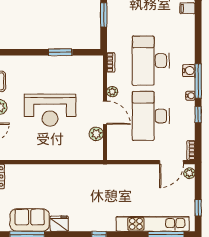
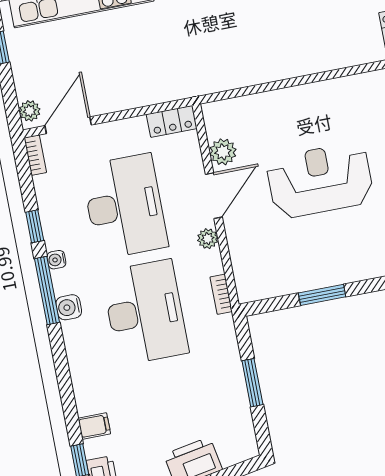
door: (105, 113) -> (214, 196), swing flipped
locker: (119, 154) -> (172, 121), added

